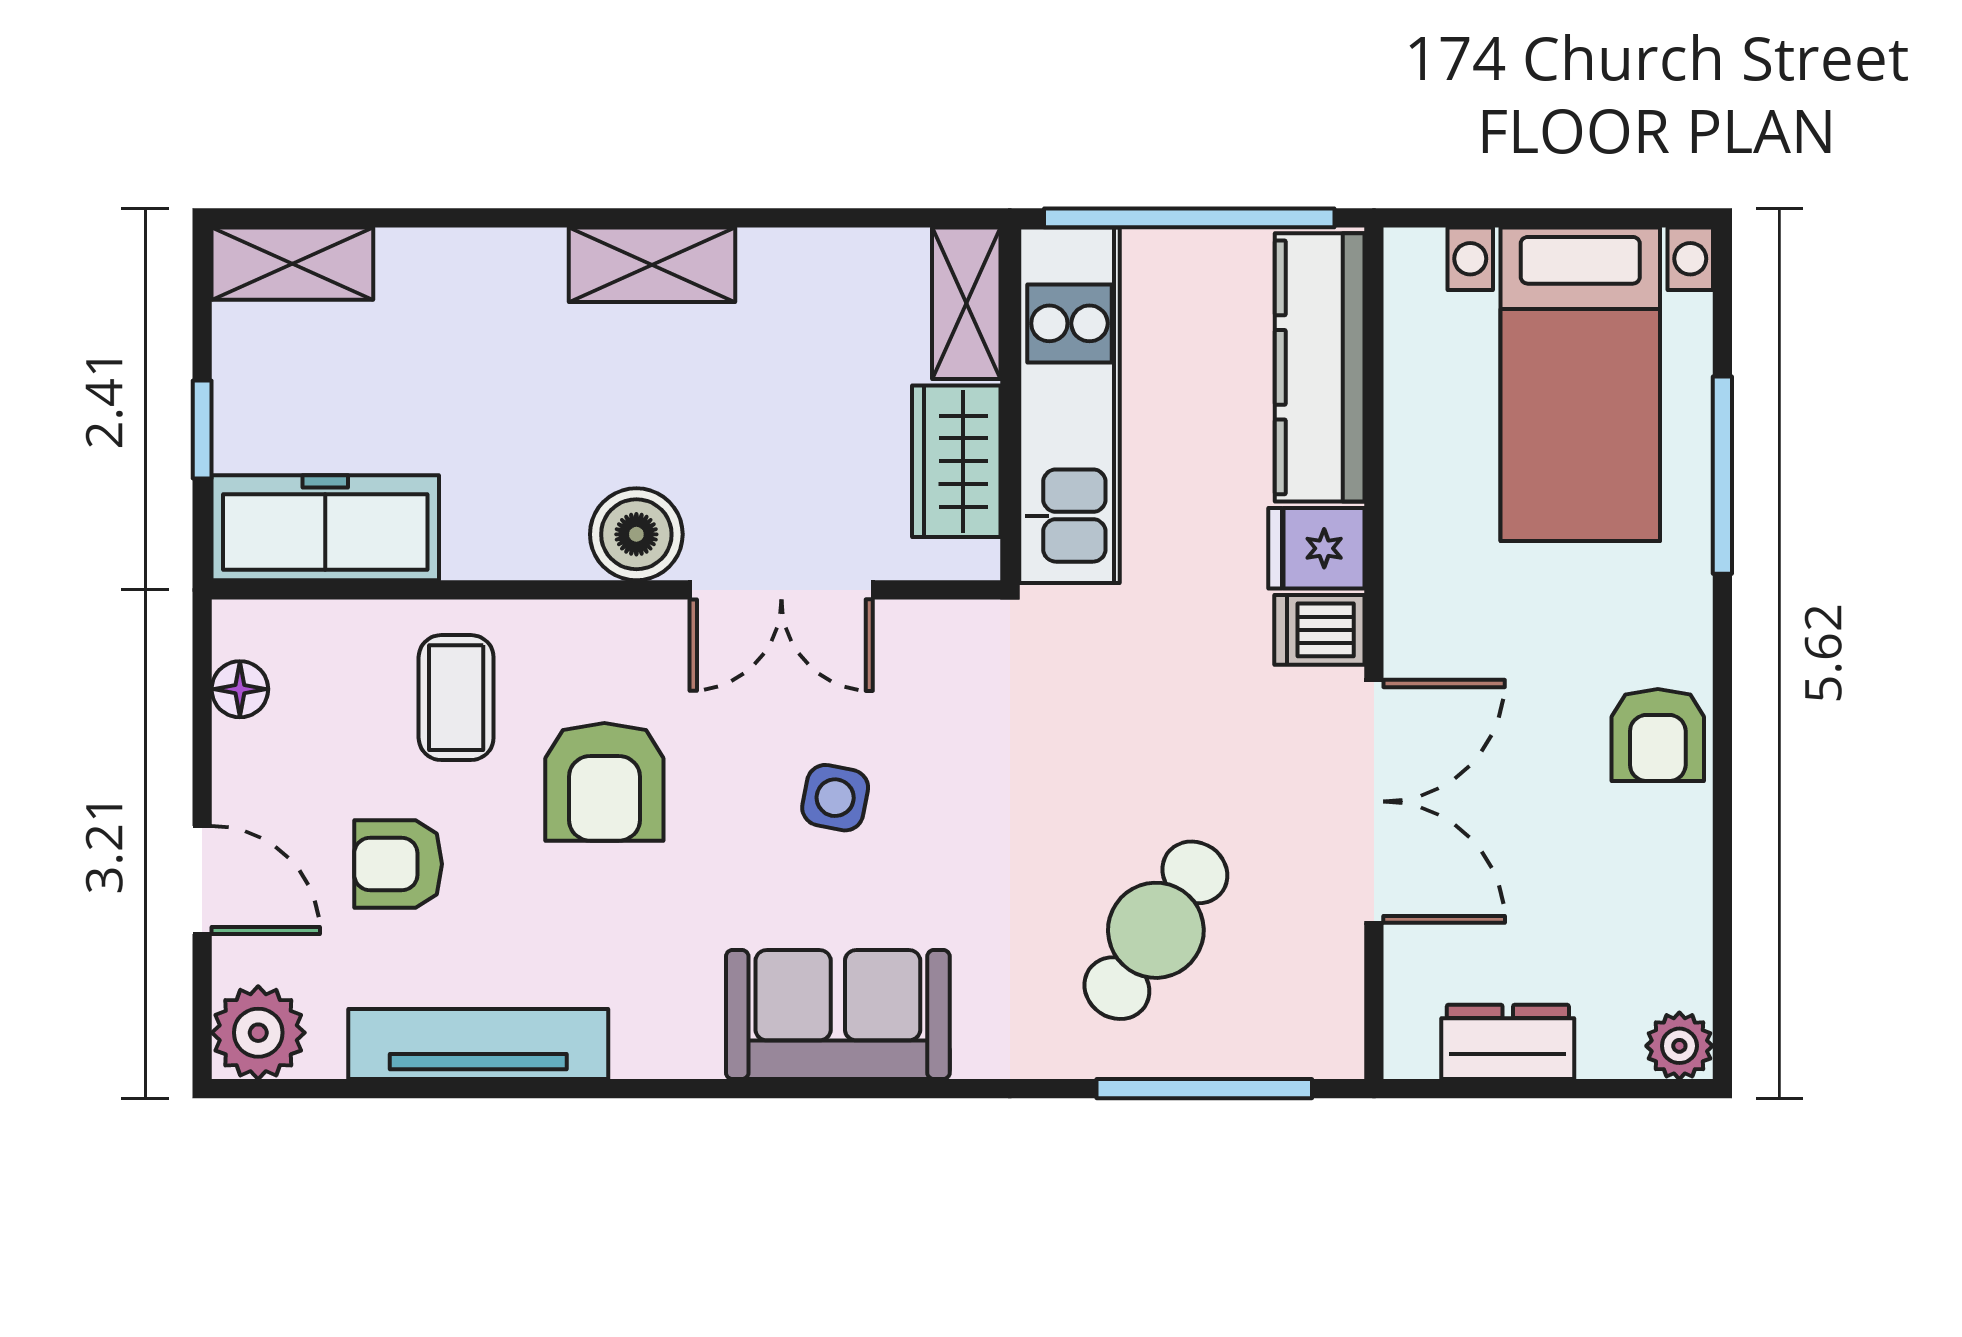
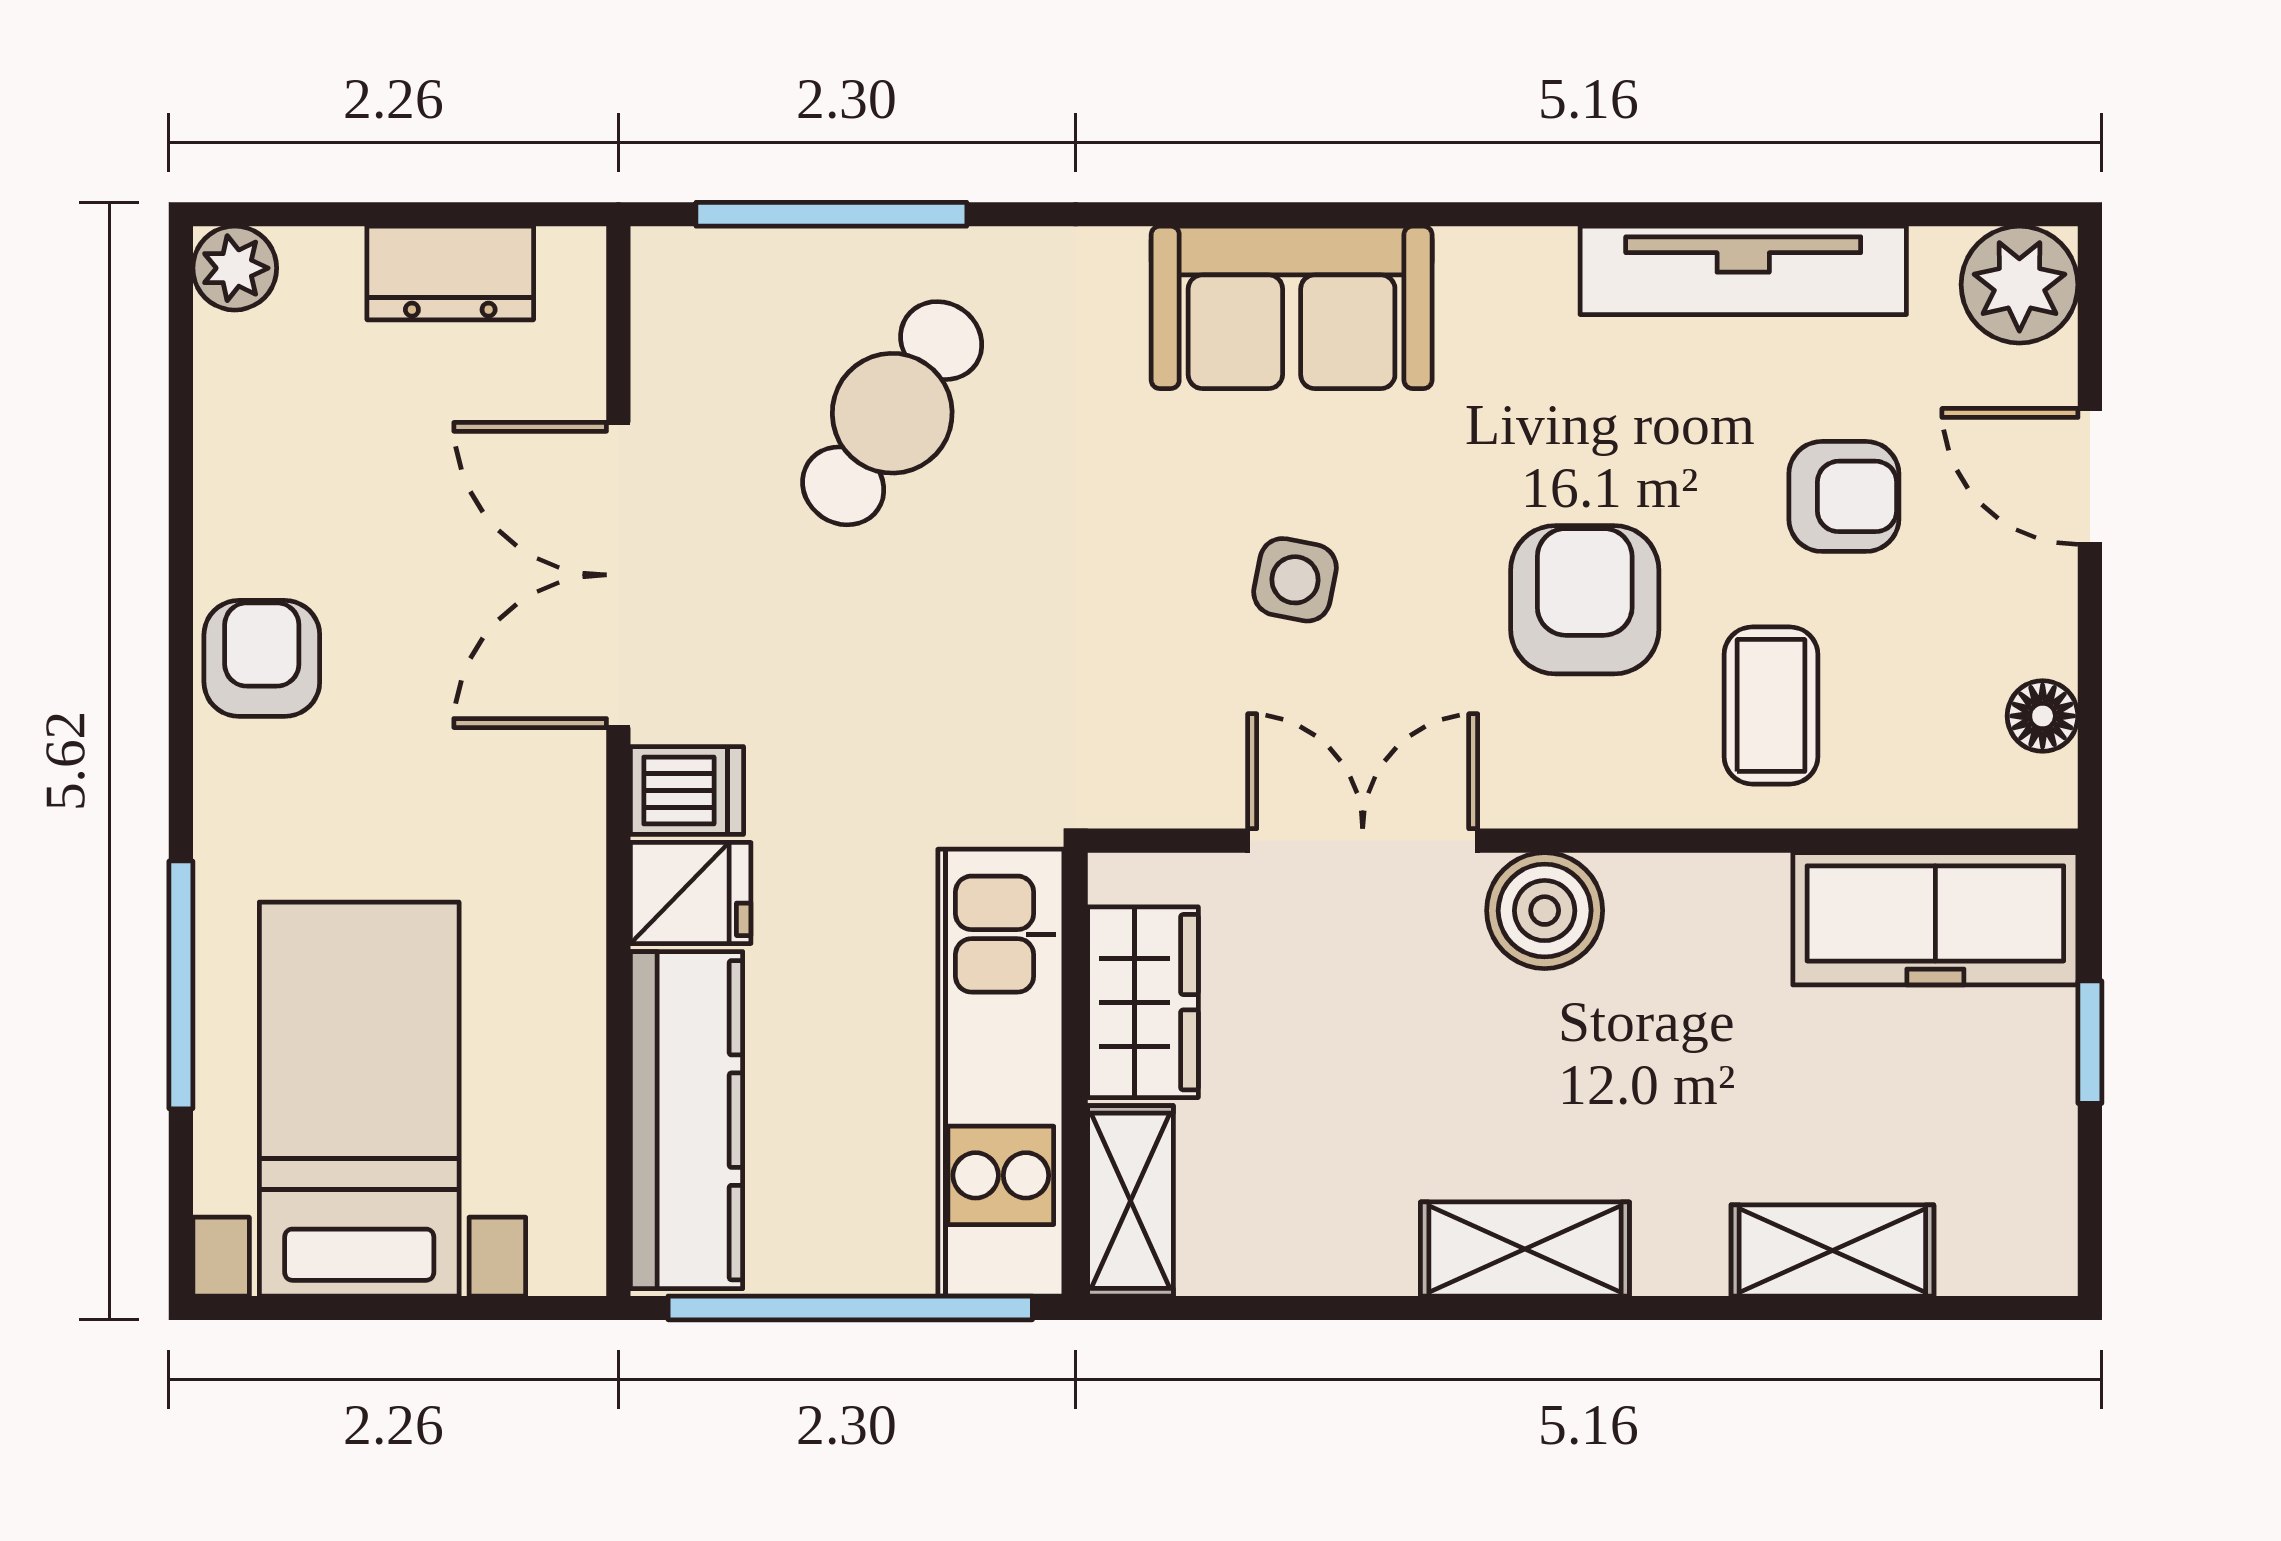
shelving: (292, 264) -> (1832, 1250), moved

